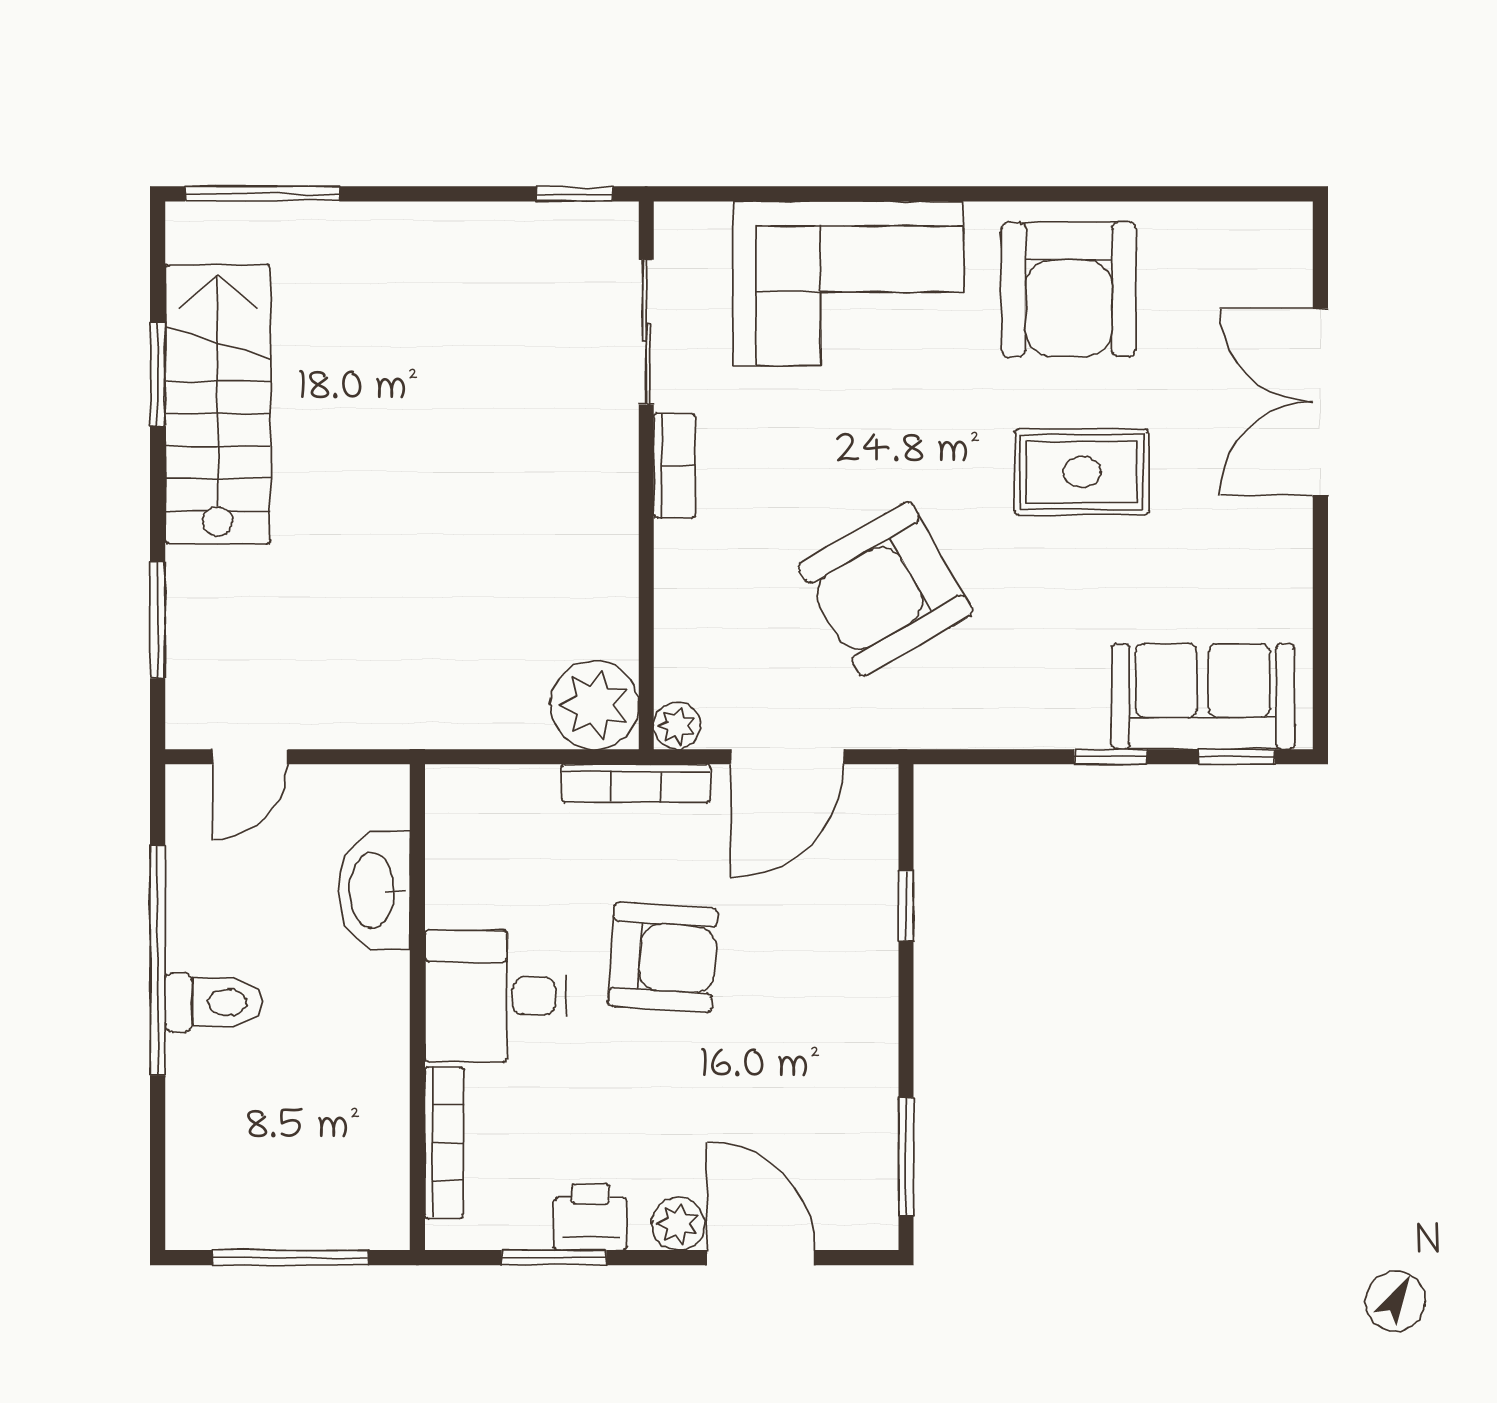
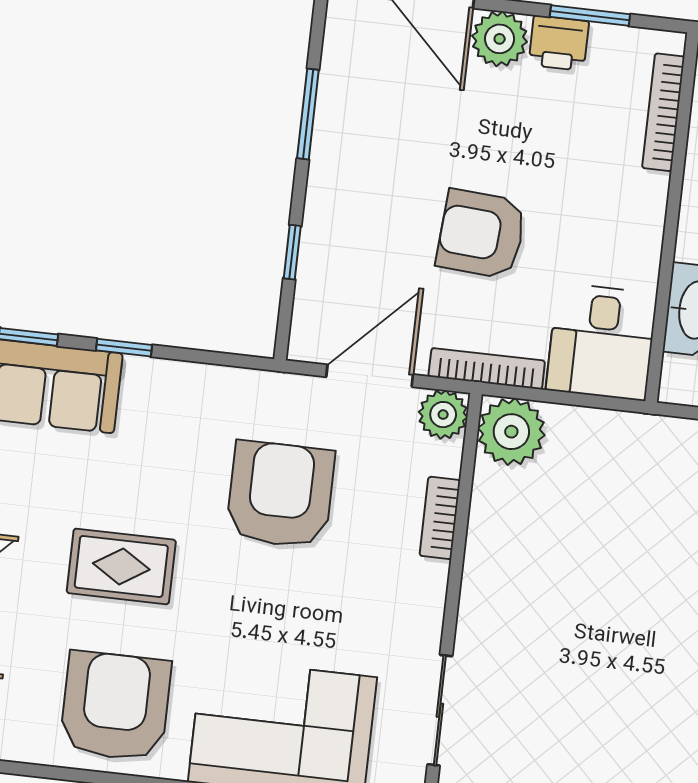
bookcase: (675, 466) -> (440, 518), moved
armchair: (886, 589) -> (280, 495), turned -60
plant: (677, 726) -> (443, 415), width x1.38, depth x1.38
desk: (496, 996) -> (602, 342), moved, turned 90
window: (906, 1157) -> (308, 114), moved
plant: (678, 1224) -> (500, 39), width x1.38, depth x1.38

